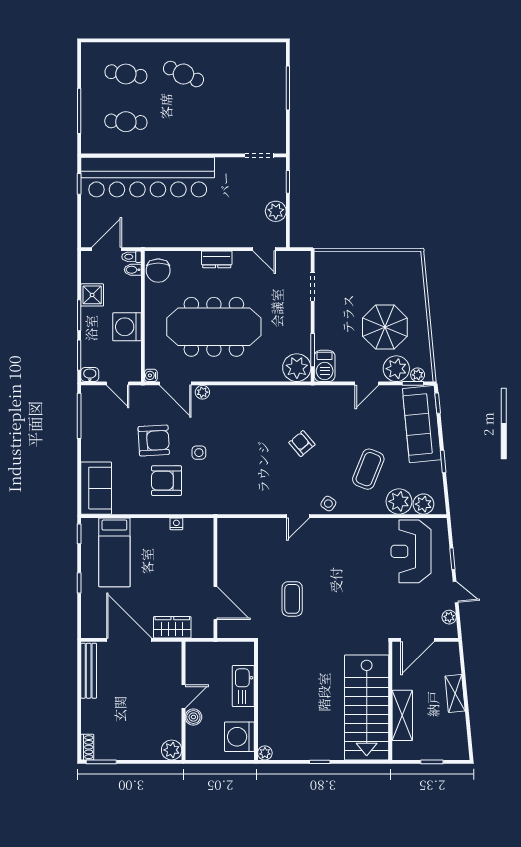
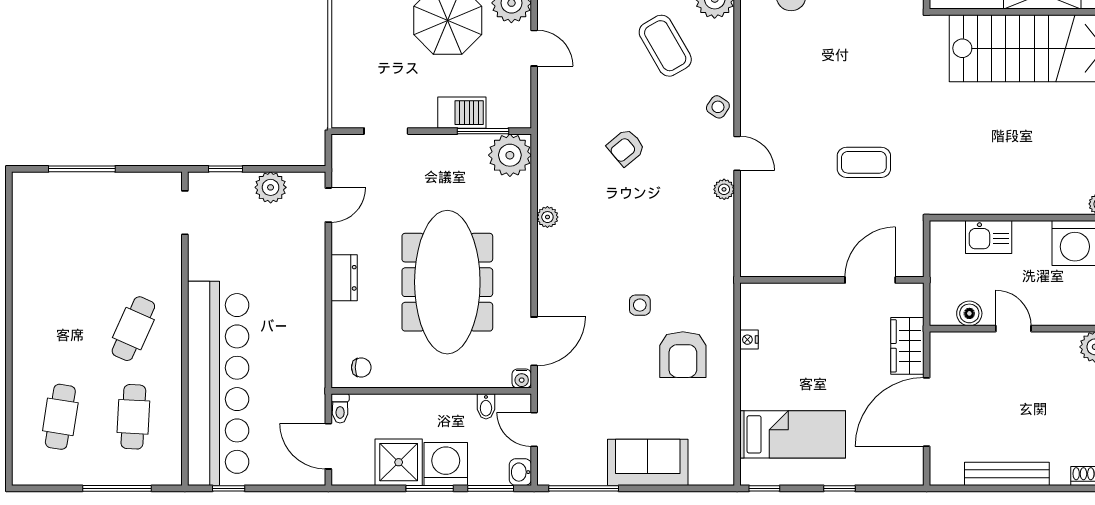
cafe table: (183, 74) -> (133, 329), moved
bidet: (133, 270) -> (486, 406), moved
chair: (158, 271) -> (361, 367), width x0.54, depth x0.54
shower: (92, 295) -> (399, 462), width x1.36, depth x1.36
washing machine: (127, 327) -> (446, 464), moved, turned 180
barbecue: (325, 366) -> (462, 113), moved
door: (118, 383) -> (534, 429), swing flipped
plant: (202, 392) -> (547, 217), moved
armchair: (154, 440) -> (621, 374), removed
coffee table: (368, 469) -> (665, 46), turned 38
sofa: (96, 488) -> (648, 462), moved
plant: (274, 508) -> (724, 189), added
bench: (89, 671) -> (1007, 474), moved
kitchen sink: (243, 686) -> (989, 237), width x0.73
boiler: (193, 717) -> (969, 313), moved

